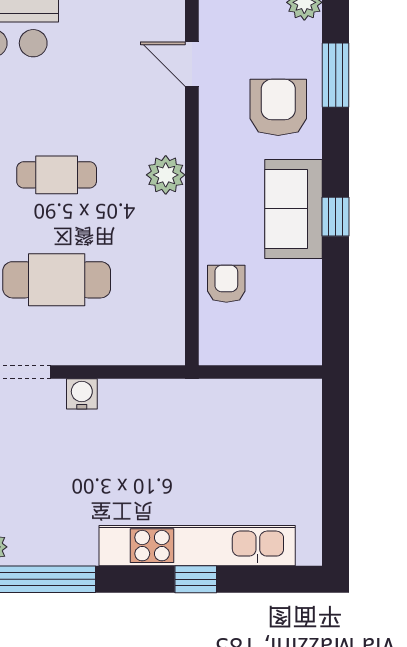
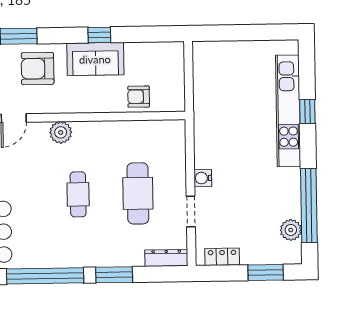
plant: (166, 175) -> (61, 132), moved

